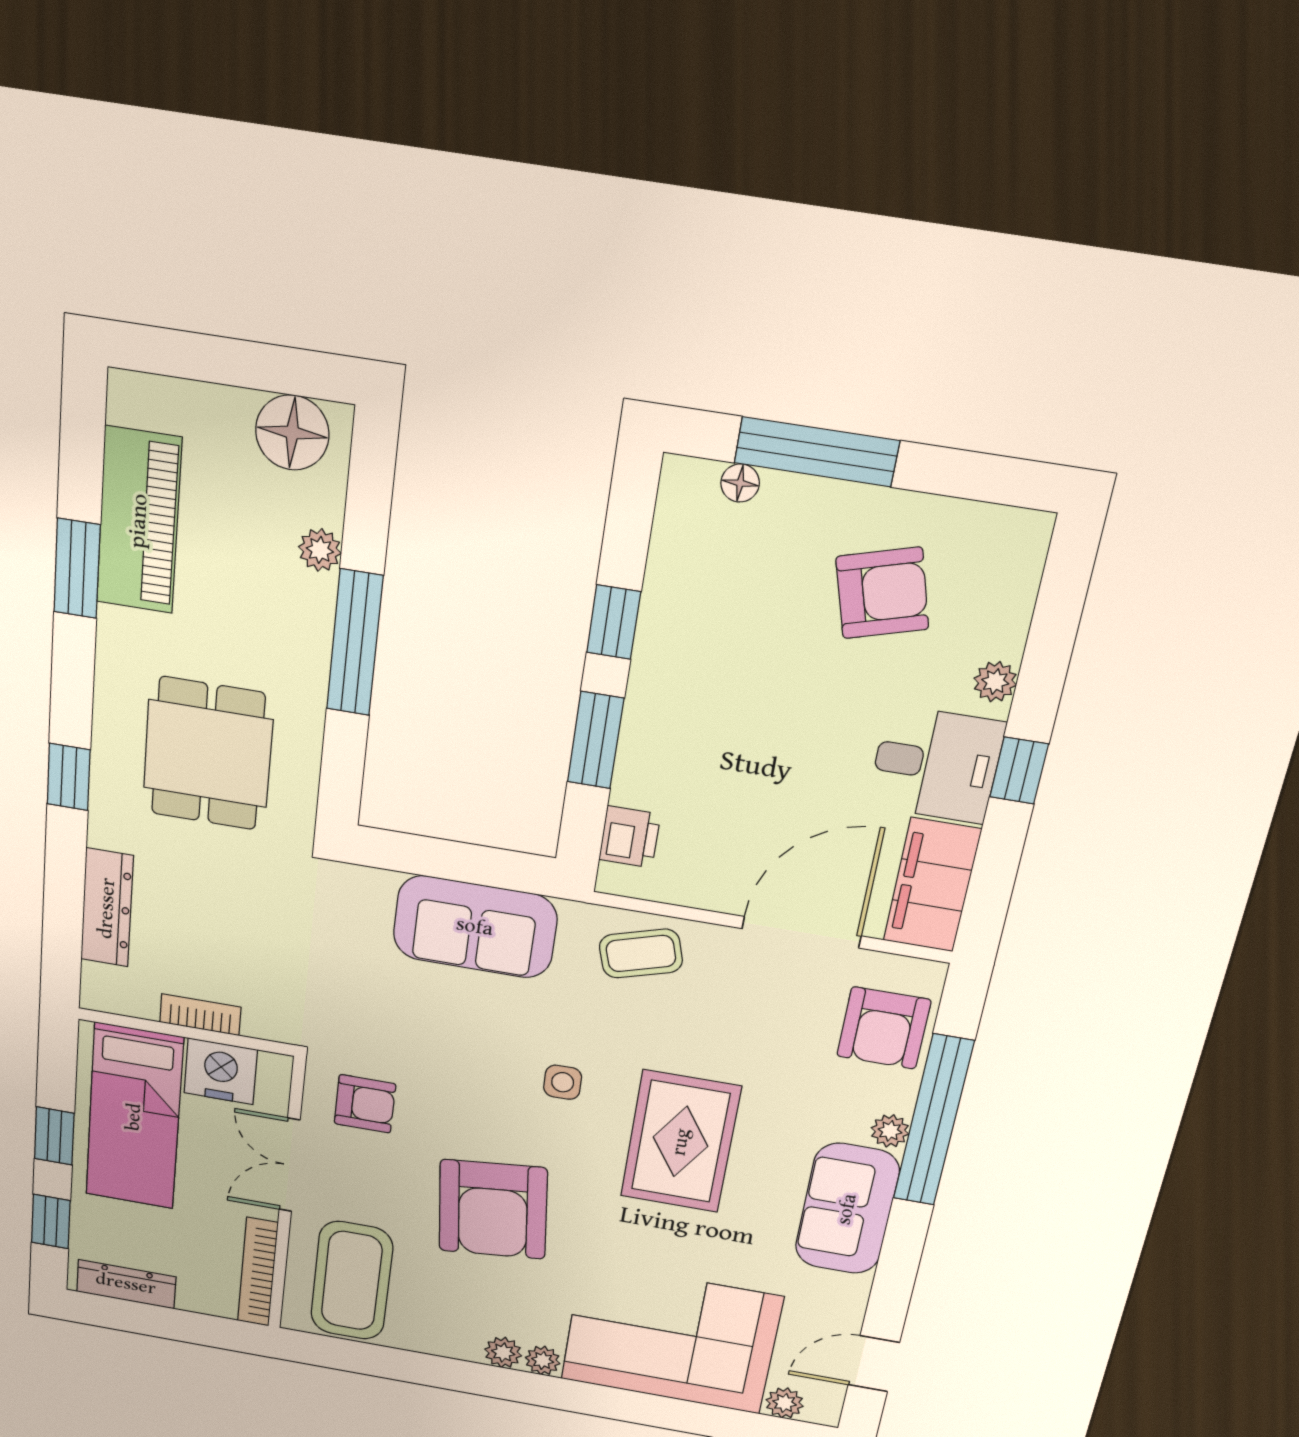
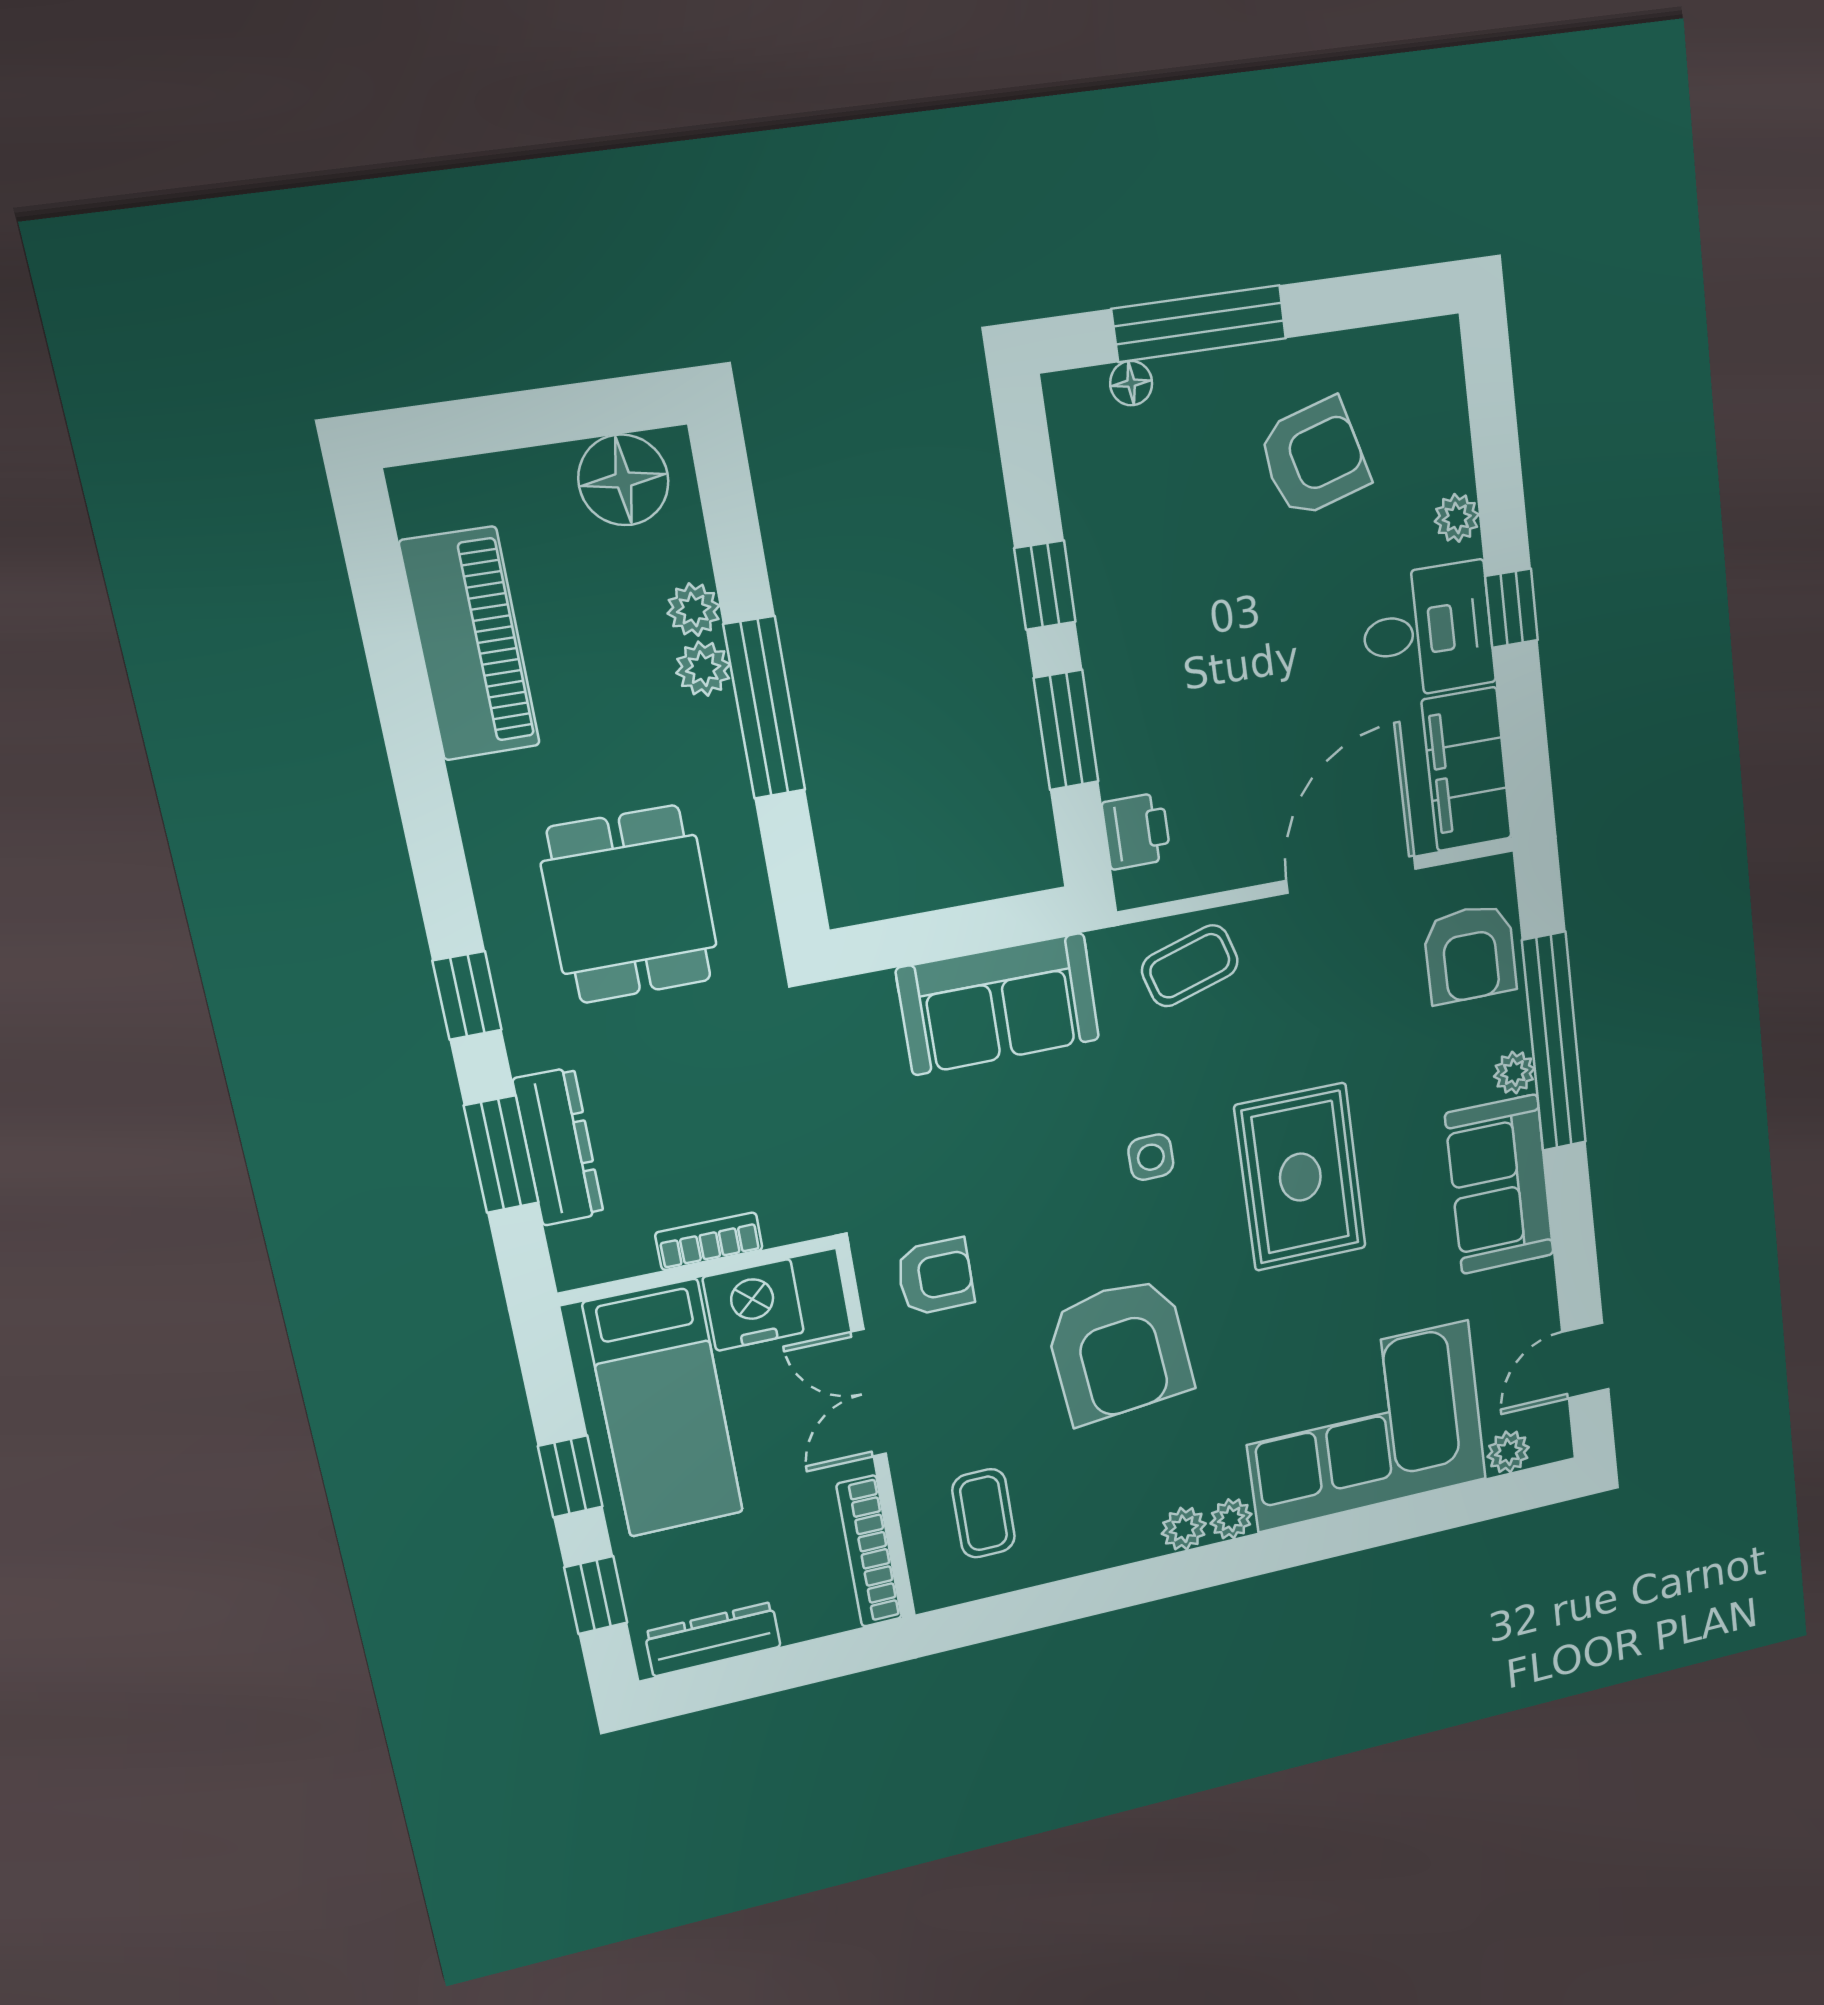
window: (77, 569) -> (501, 1154), moved
plant: (315, 597) -> (703, 669), added
coffee table: (352, 1281) -> (984, 1513), width x0.54, depth x0.58

